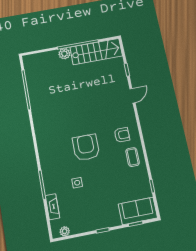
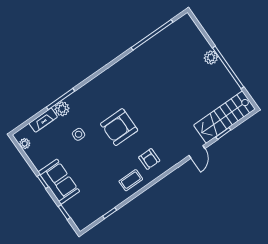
stairs: (96, 51) -> (224, 117), moved, turned 90
door: (132, 96) -> (197, 152), hinge flipped
armchair: (86, 147) -> (119, 127), turned 180
plant: (50, 187) -> (62, 109), added
sofa: (138, 211) -> (59, 182), moved

